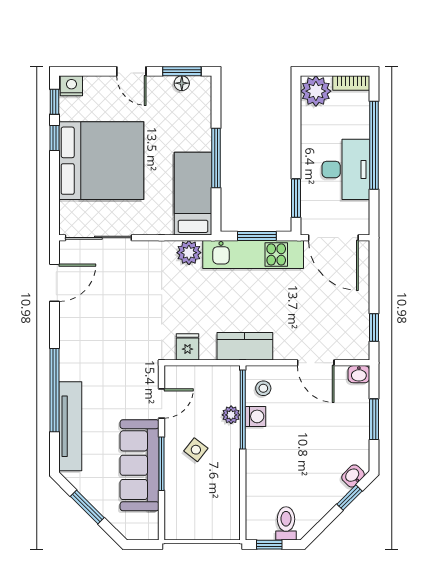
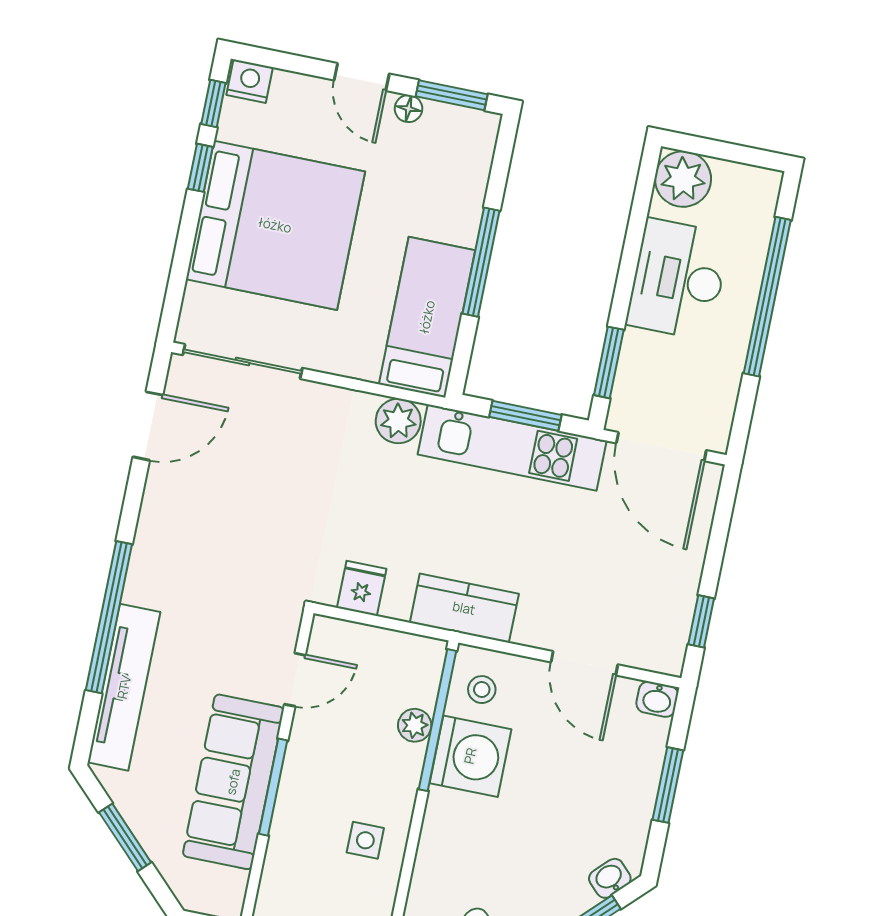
floor lamp: (182, 83) -> (408, 109), moved
bookcase: (351, 83) -> (749, 178), removed
desk: (346, 169) -> (678, 279), moved, turned 180
washing machine: (256, 416) -> (470, 756), width x1.89, depth x1.89
side table: (196, 450) -> (365, 840), moved, turned -38

